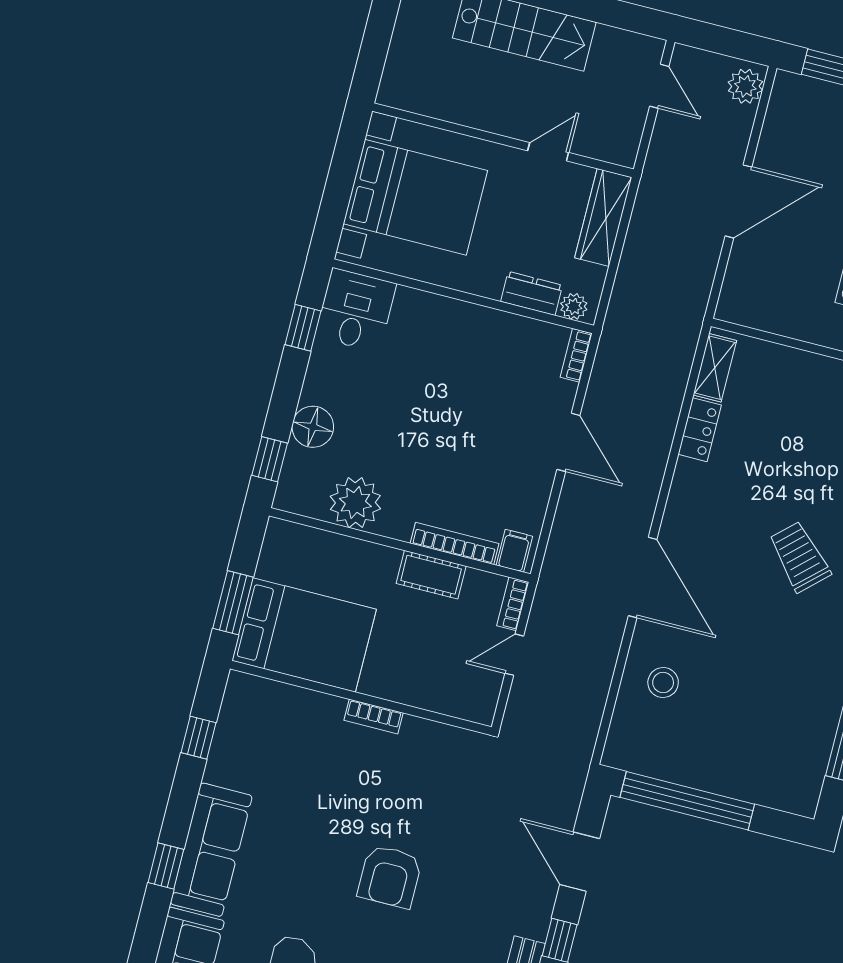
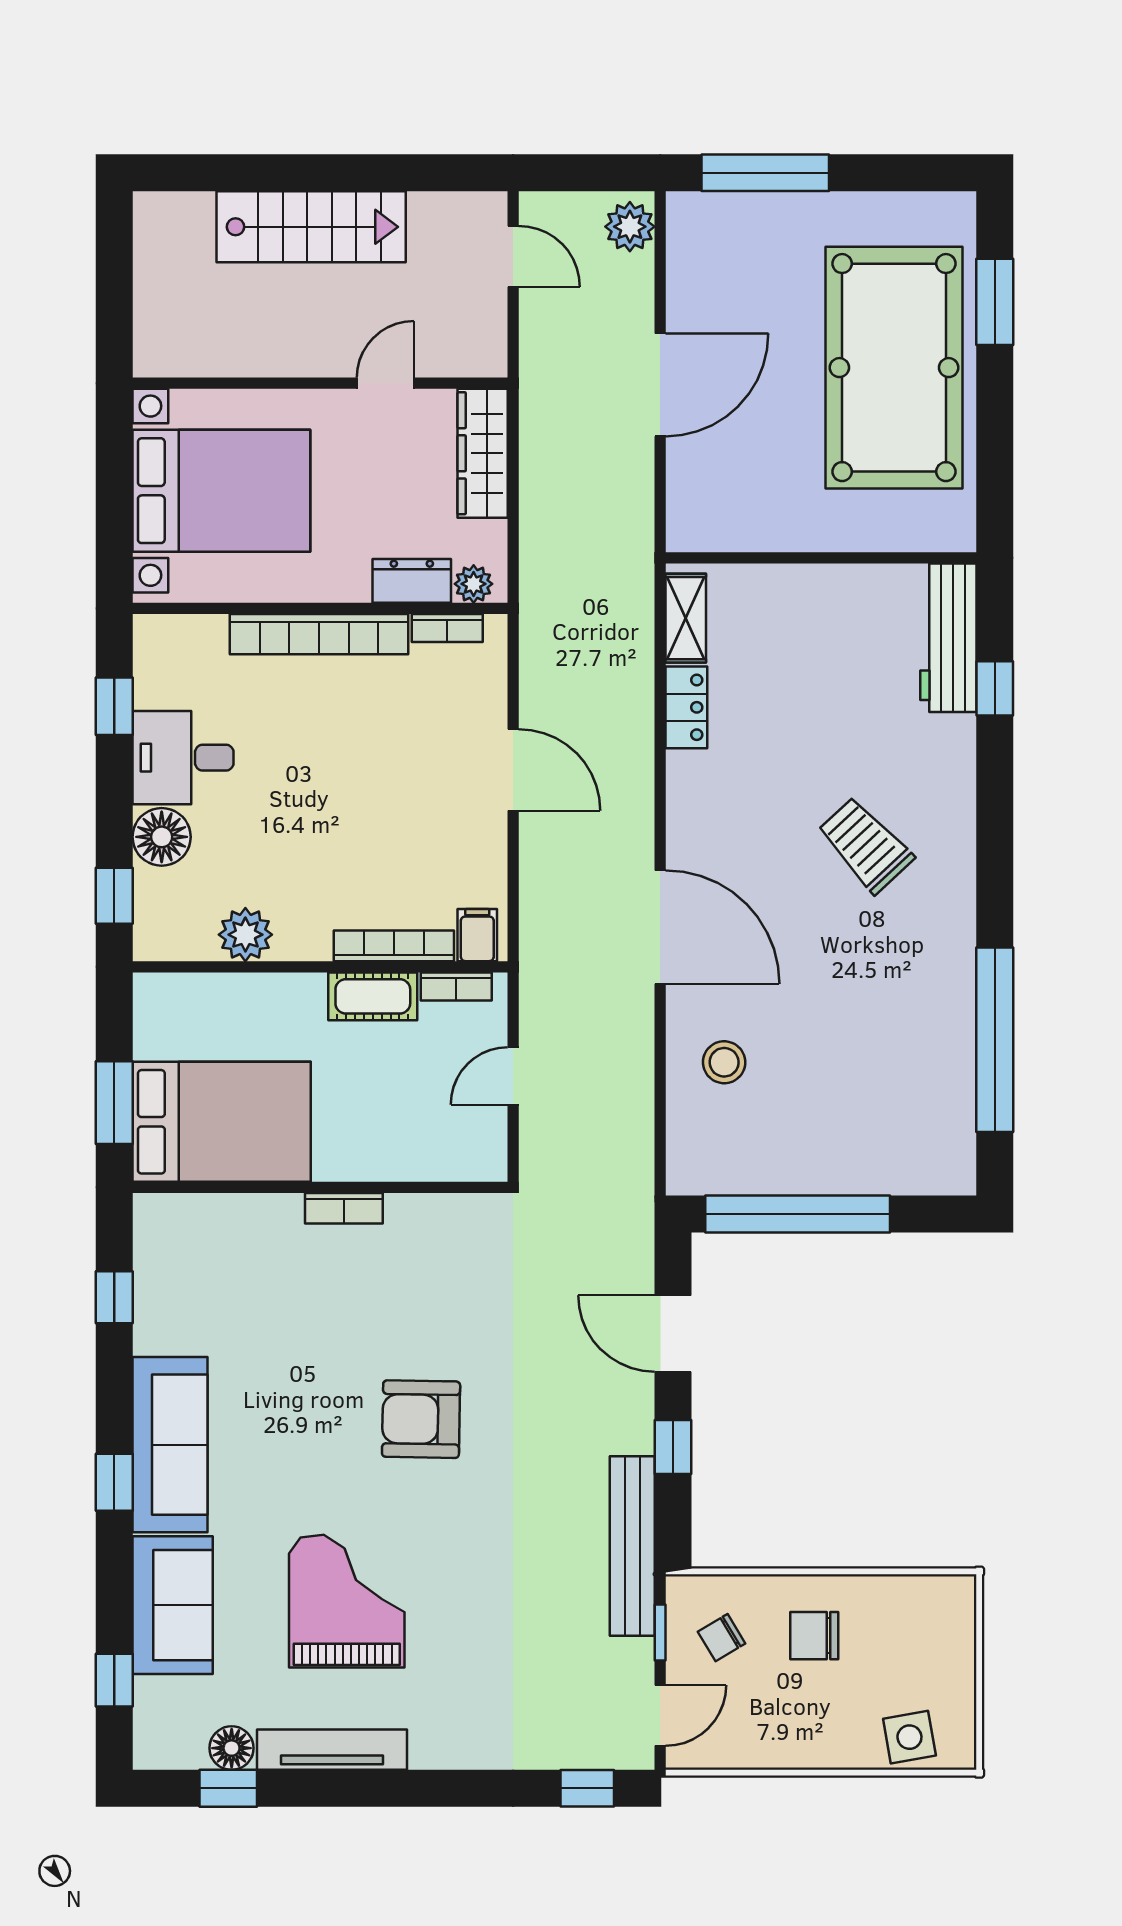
desk: (356, 310) -> (183, 758), moved, turned -90
bookcase: (458, 314) -> (319, 634), added
bookcase: (576, 355) -> (447, 628), moved, turned -90
plant: (355, 503) -> (245, 935), width x0.73, depth x0.73
bookcase: (513, 604) -> (456, 986), moved, turned -90
armchair: (390, 876) -> (421, 1419), turned 91

